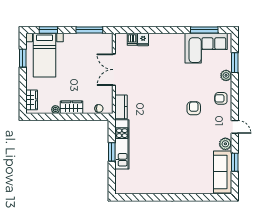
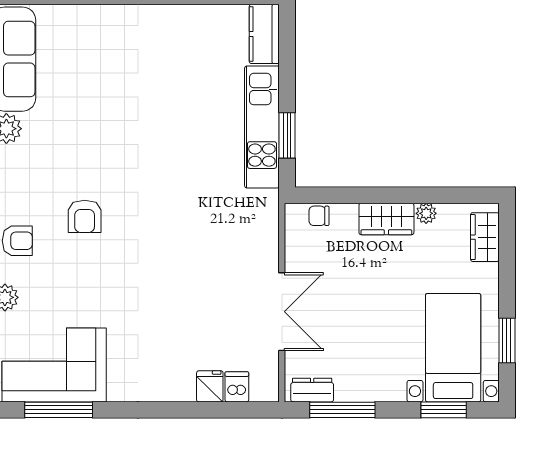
dresser: (102, 38) -> (312, 390), added
kitchen counter: (121, 107) -> (264, 34), moved
window: (112, 152) -> (287, 135), moved

